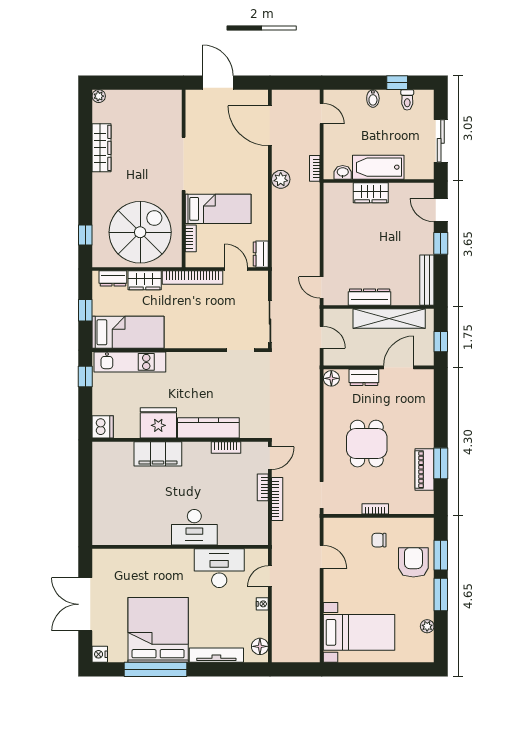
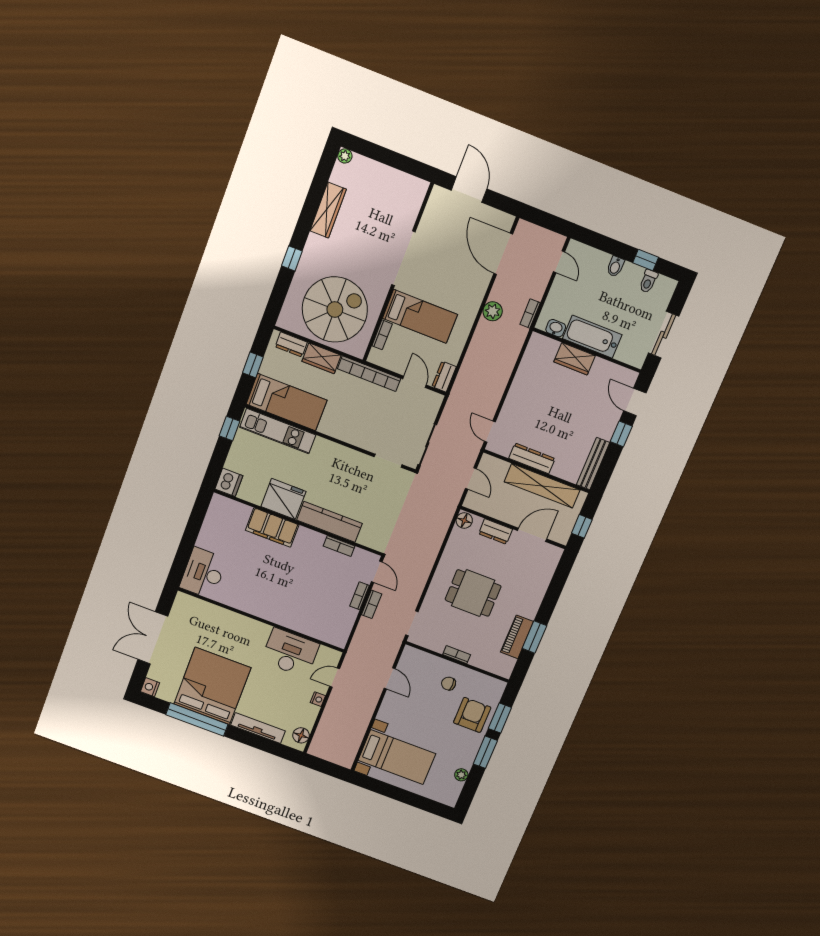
window: (85, 235) -> (292, 258), moved
dining table: (367, 444) -> (473, 593), turned 90
door: (270, 458) -> (377, 572), hinge flipped
bookcase: (277, 499) -> (372, 604), width x0.64
desk: (194, 527) -> (203, 573), moved, turned 90

